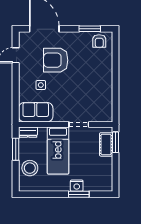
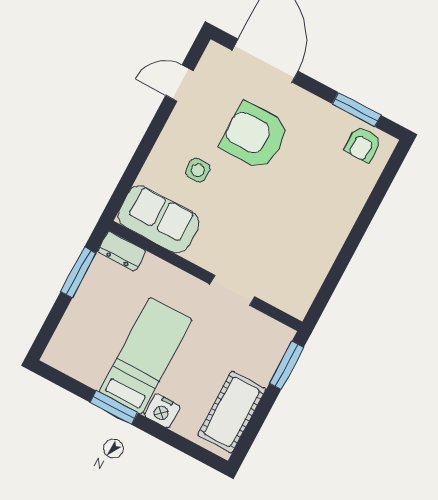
cot: (106, 144) -> (232, 412), moved, width x1.37, depth x1.34
bed: (58, 150) -> (146, 356), moved, turned 180
stool: (30, 168) -> (87, 325), removed
window: (79, 194) -> (114, 408), moved

